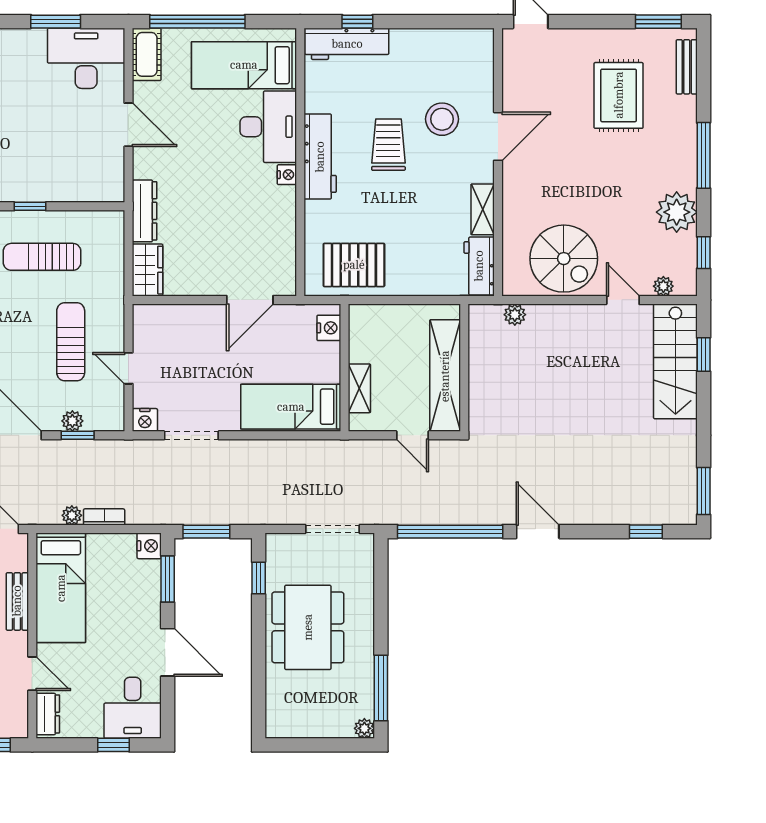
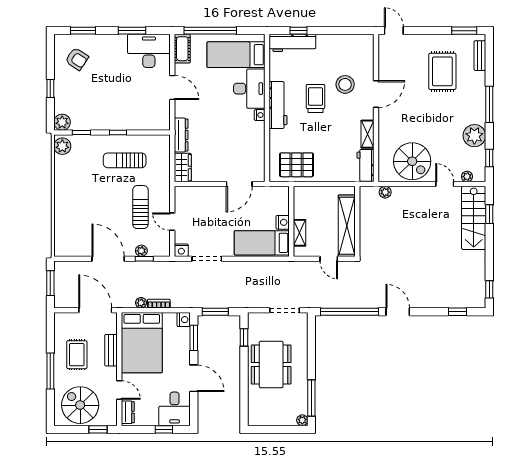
nightstand: (329, 328) -> (283, 222), moved
window: (704, 491) -> (489, 289), width x0.67
bed: (61, 588) -> (142, 343), width x1.50

